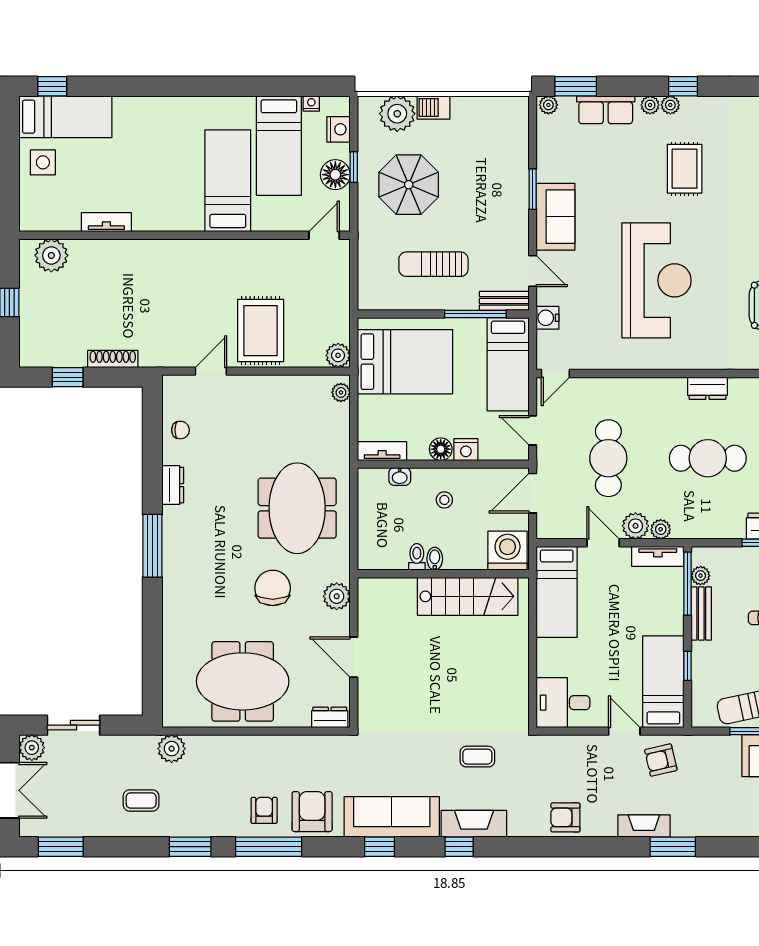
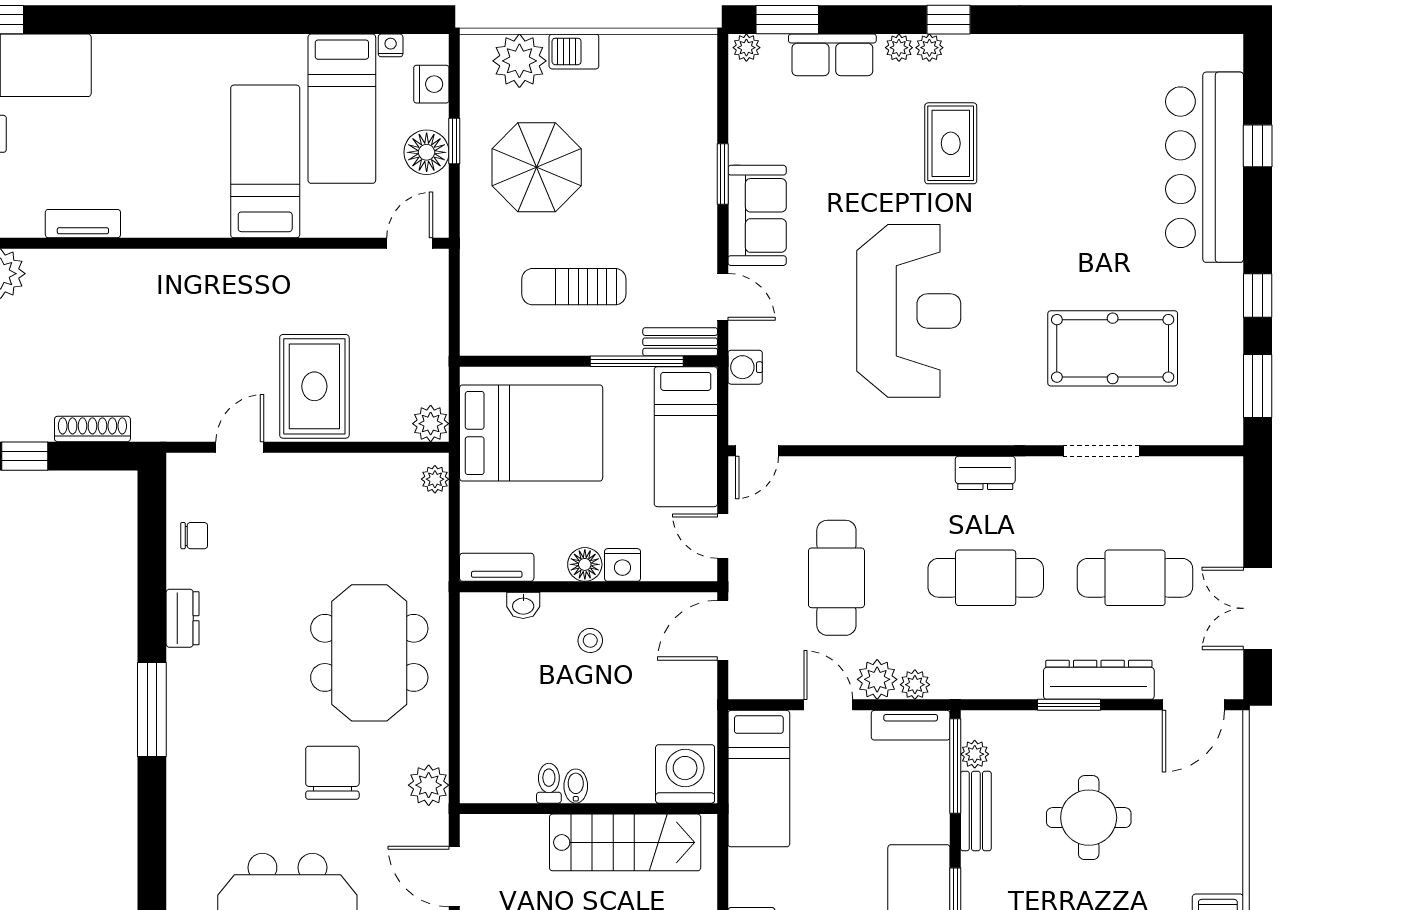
washing machine: (508, 551) -> (685, 774), moved
toilet: (417, 557) -> (549, 783), moved
bidet: (435, 559) -> (576, 786), moved
wall: (443, 574) -> (588, 809), moved
stairs: (468, 596) -> (625, 842), moved

